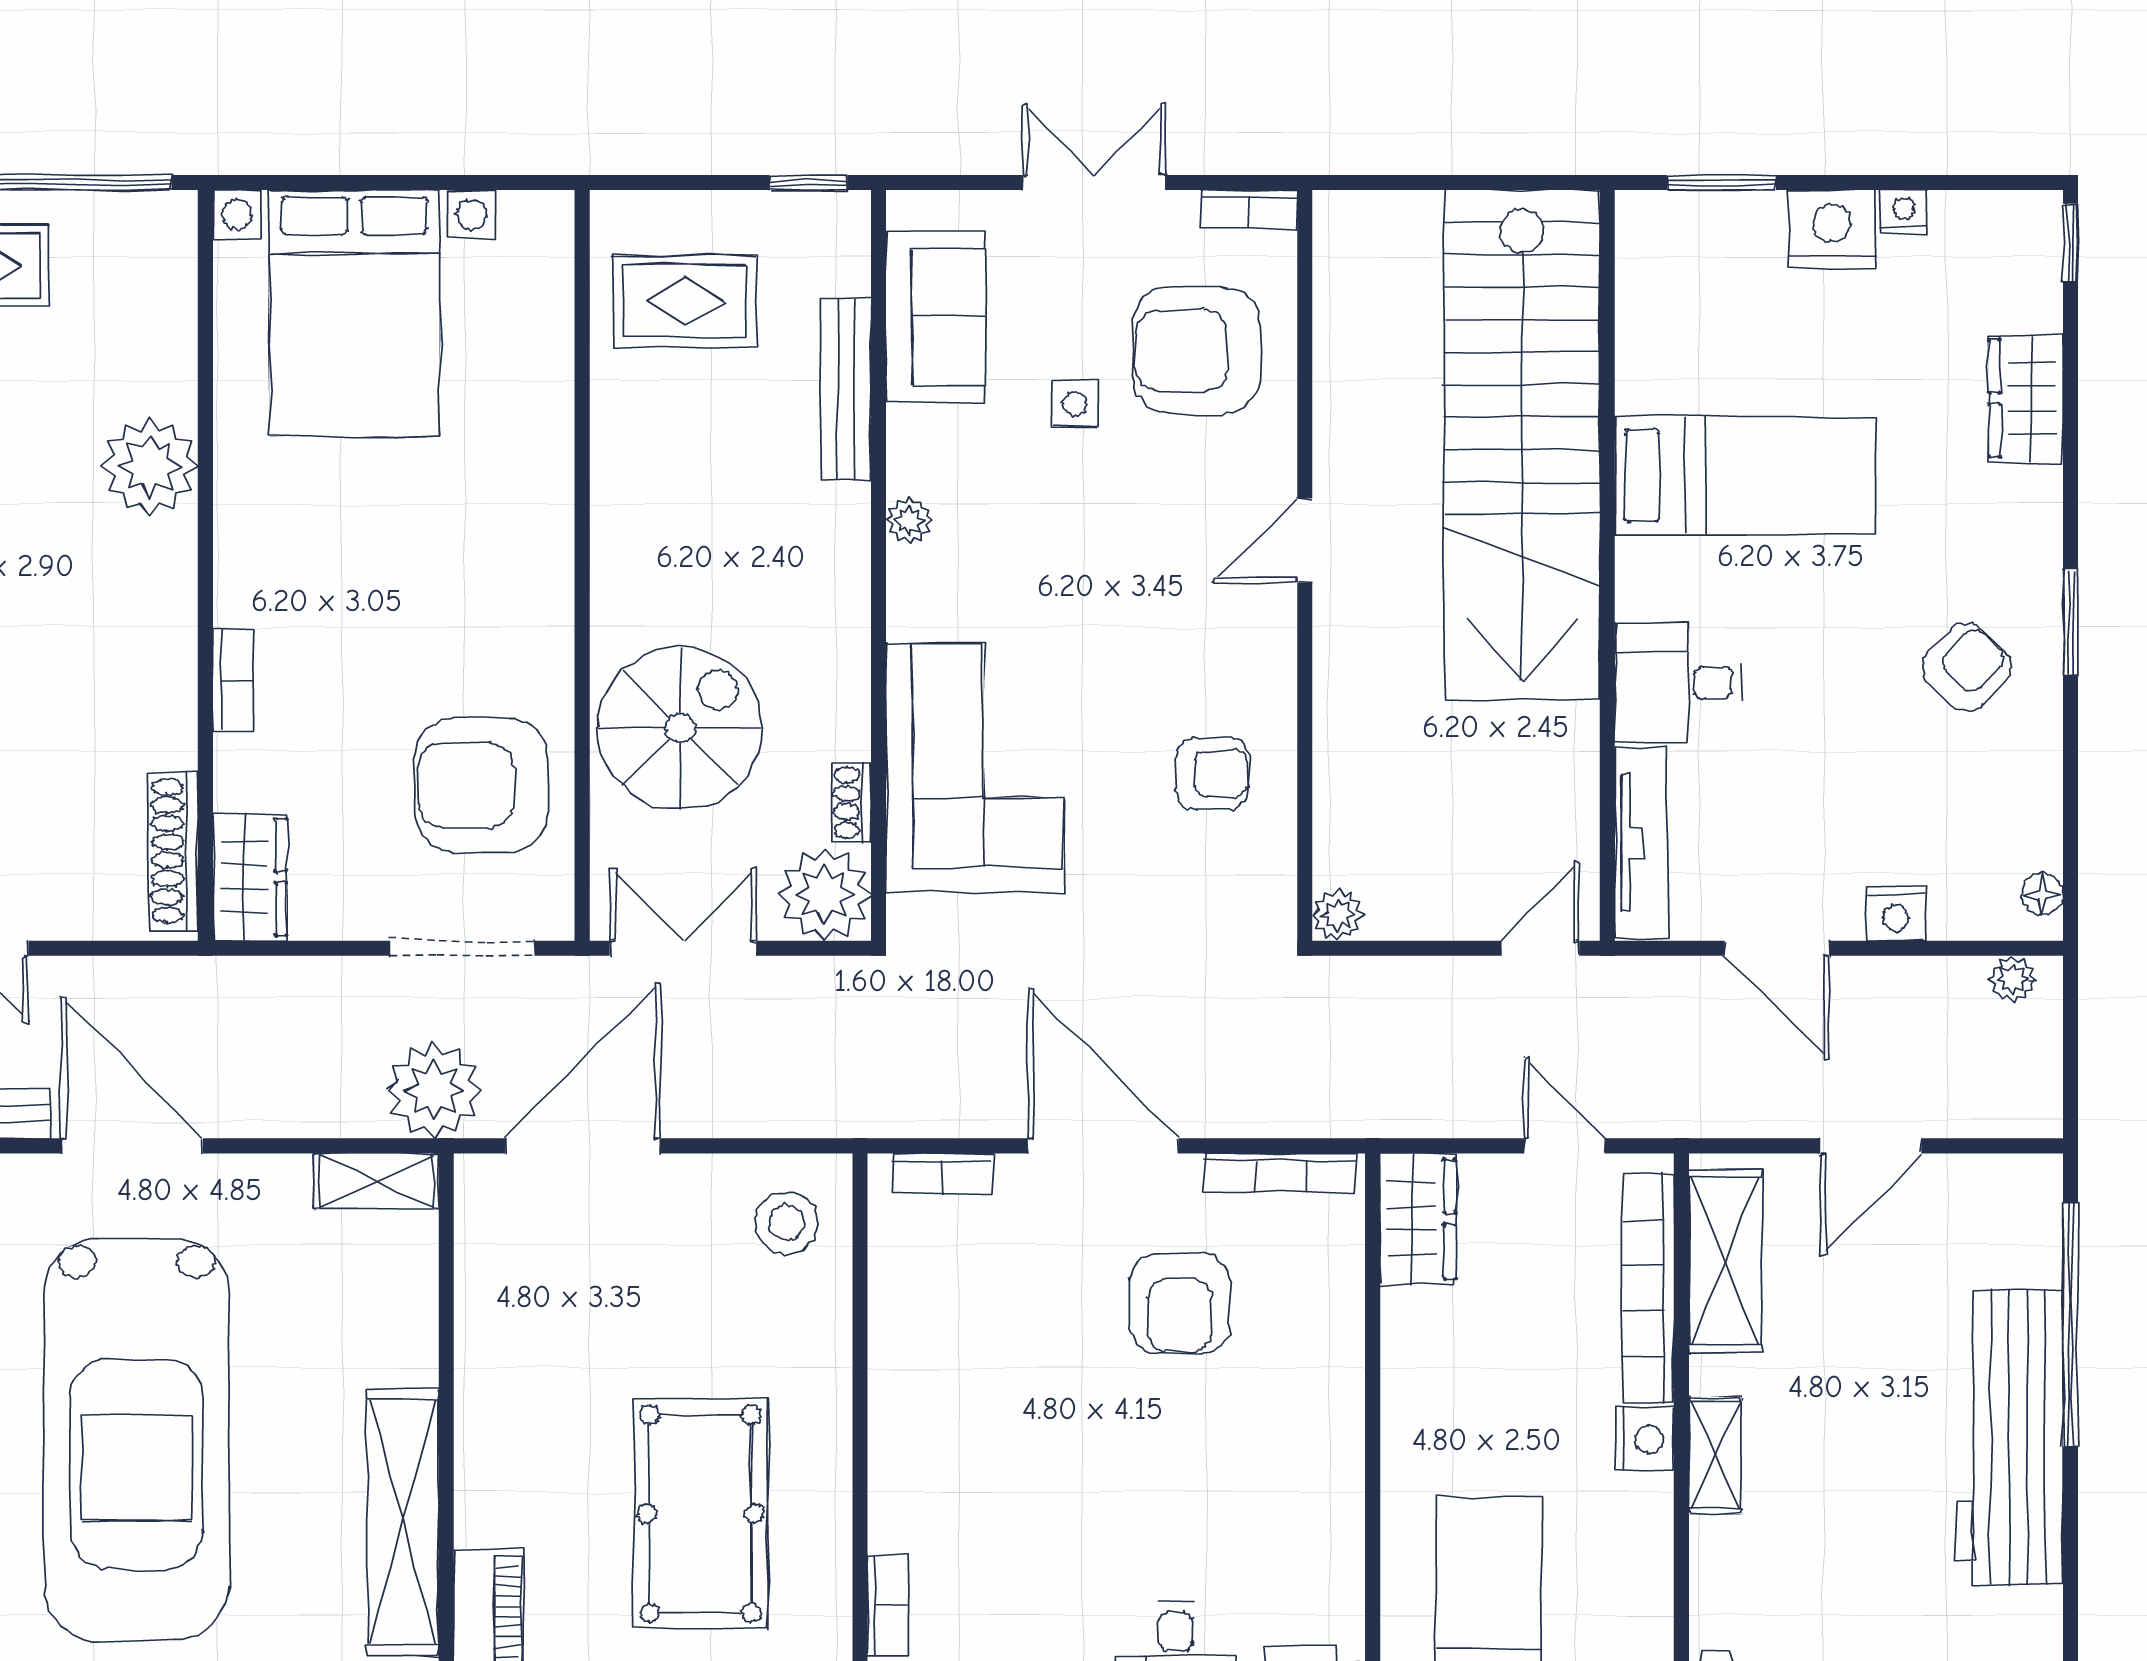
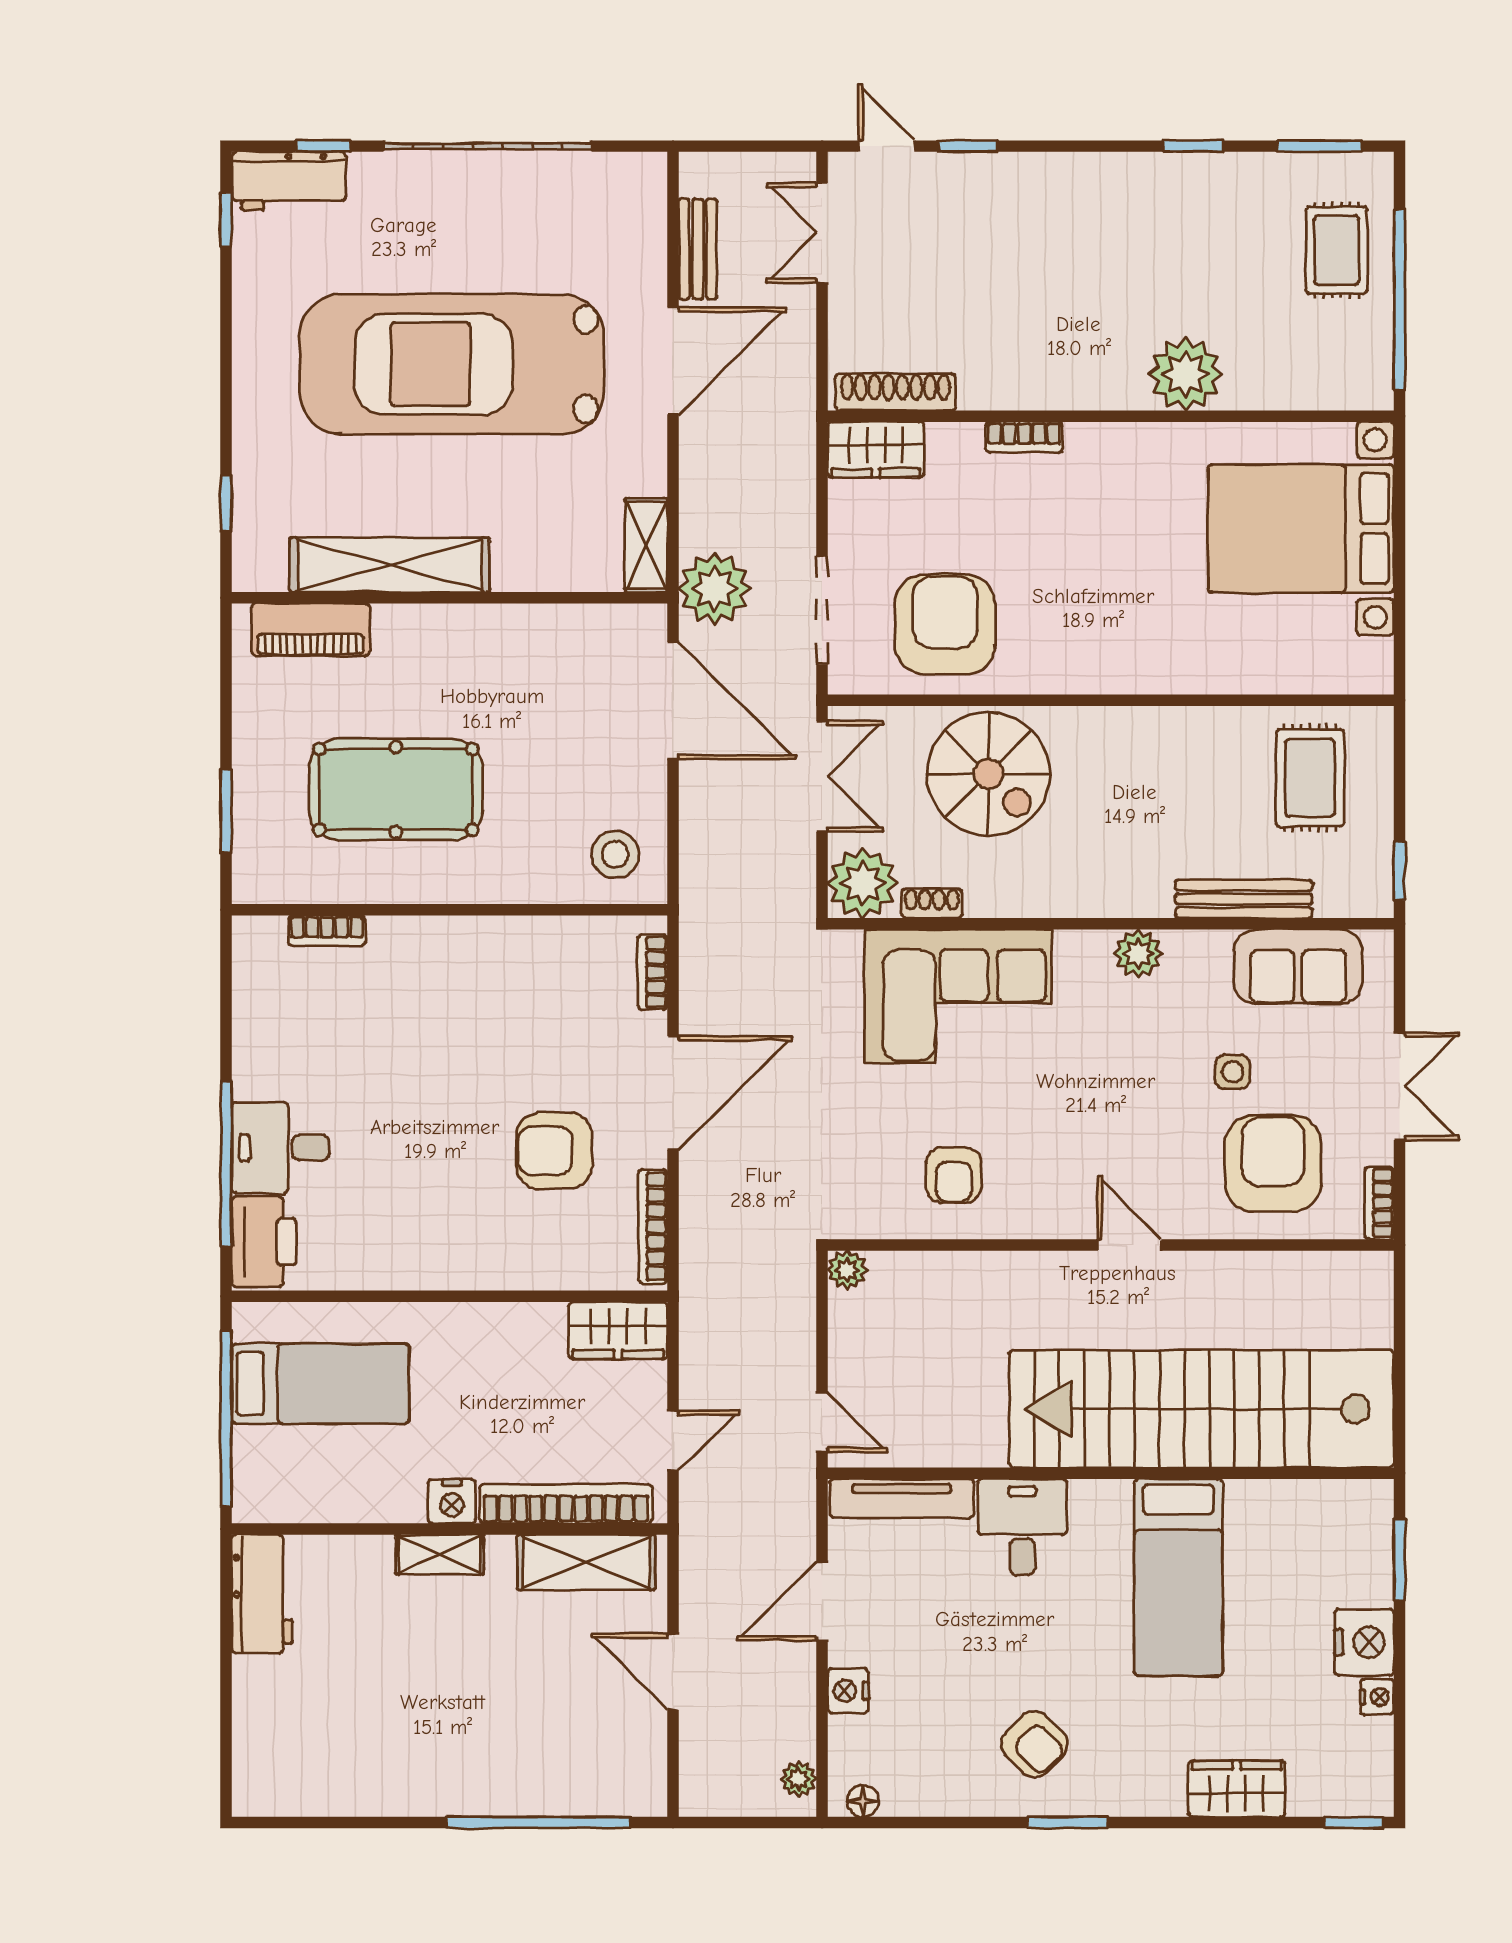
plant: (909, 520) -> (1138, 953), width x1.38, depth x1.38
workbench: (2009, 1437) -> (453, 1776), removed

